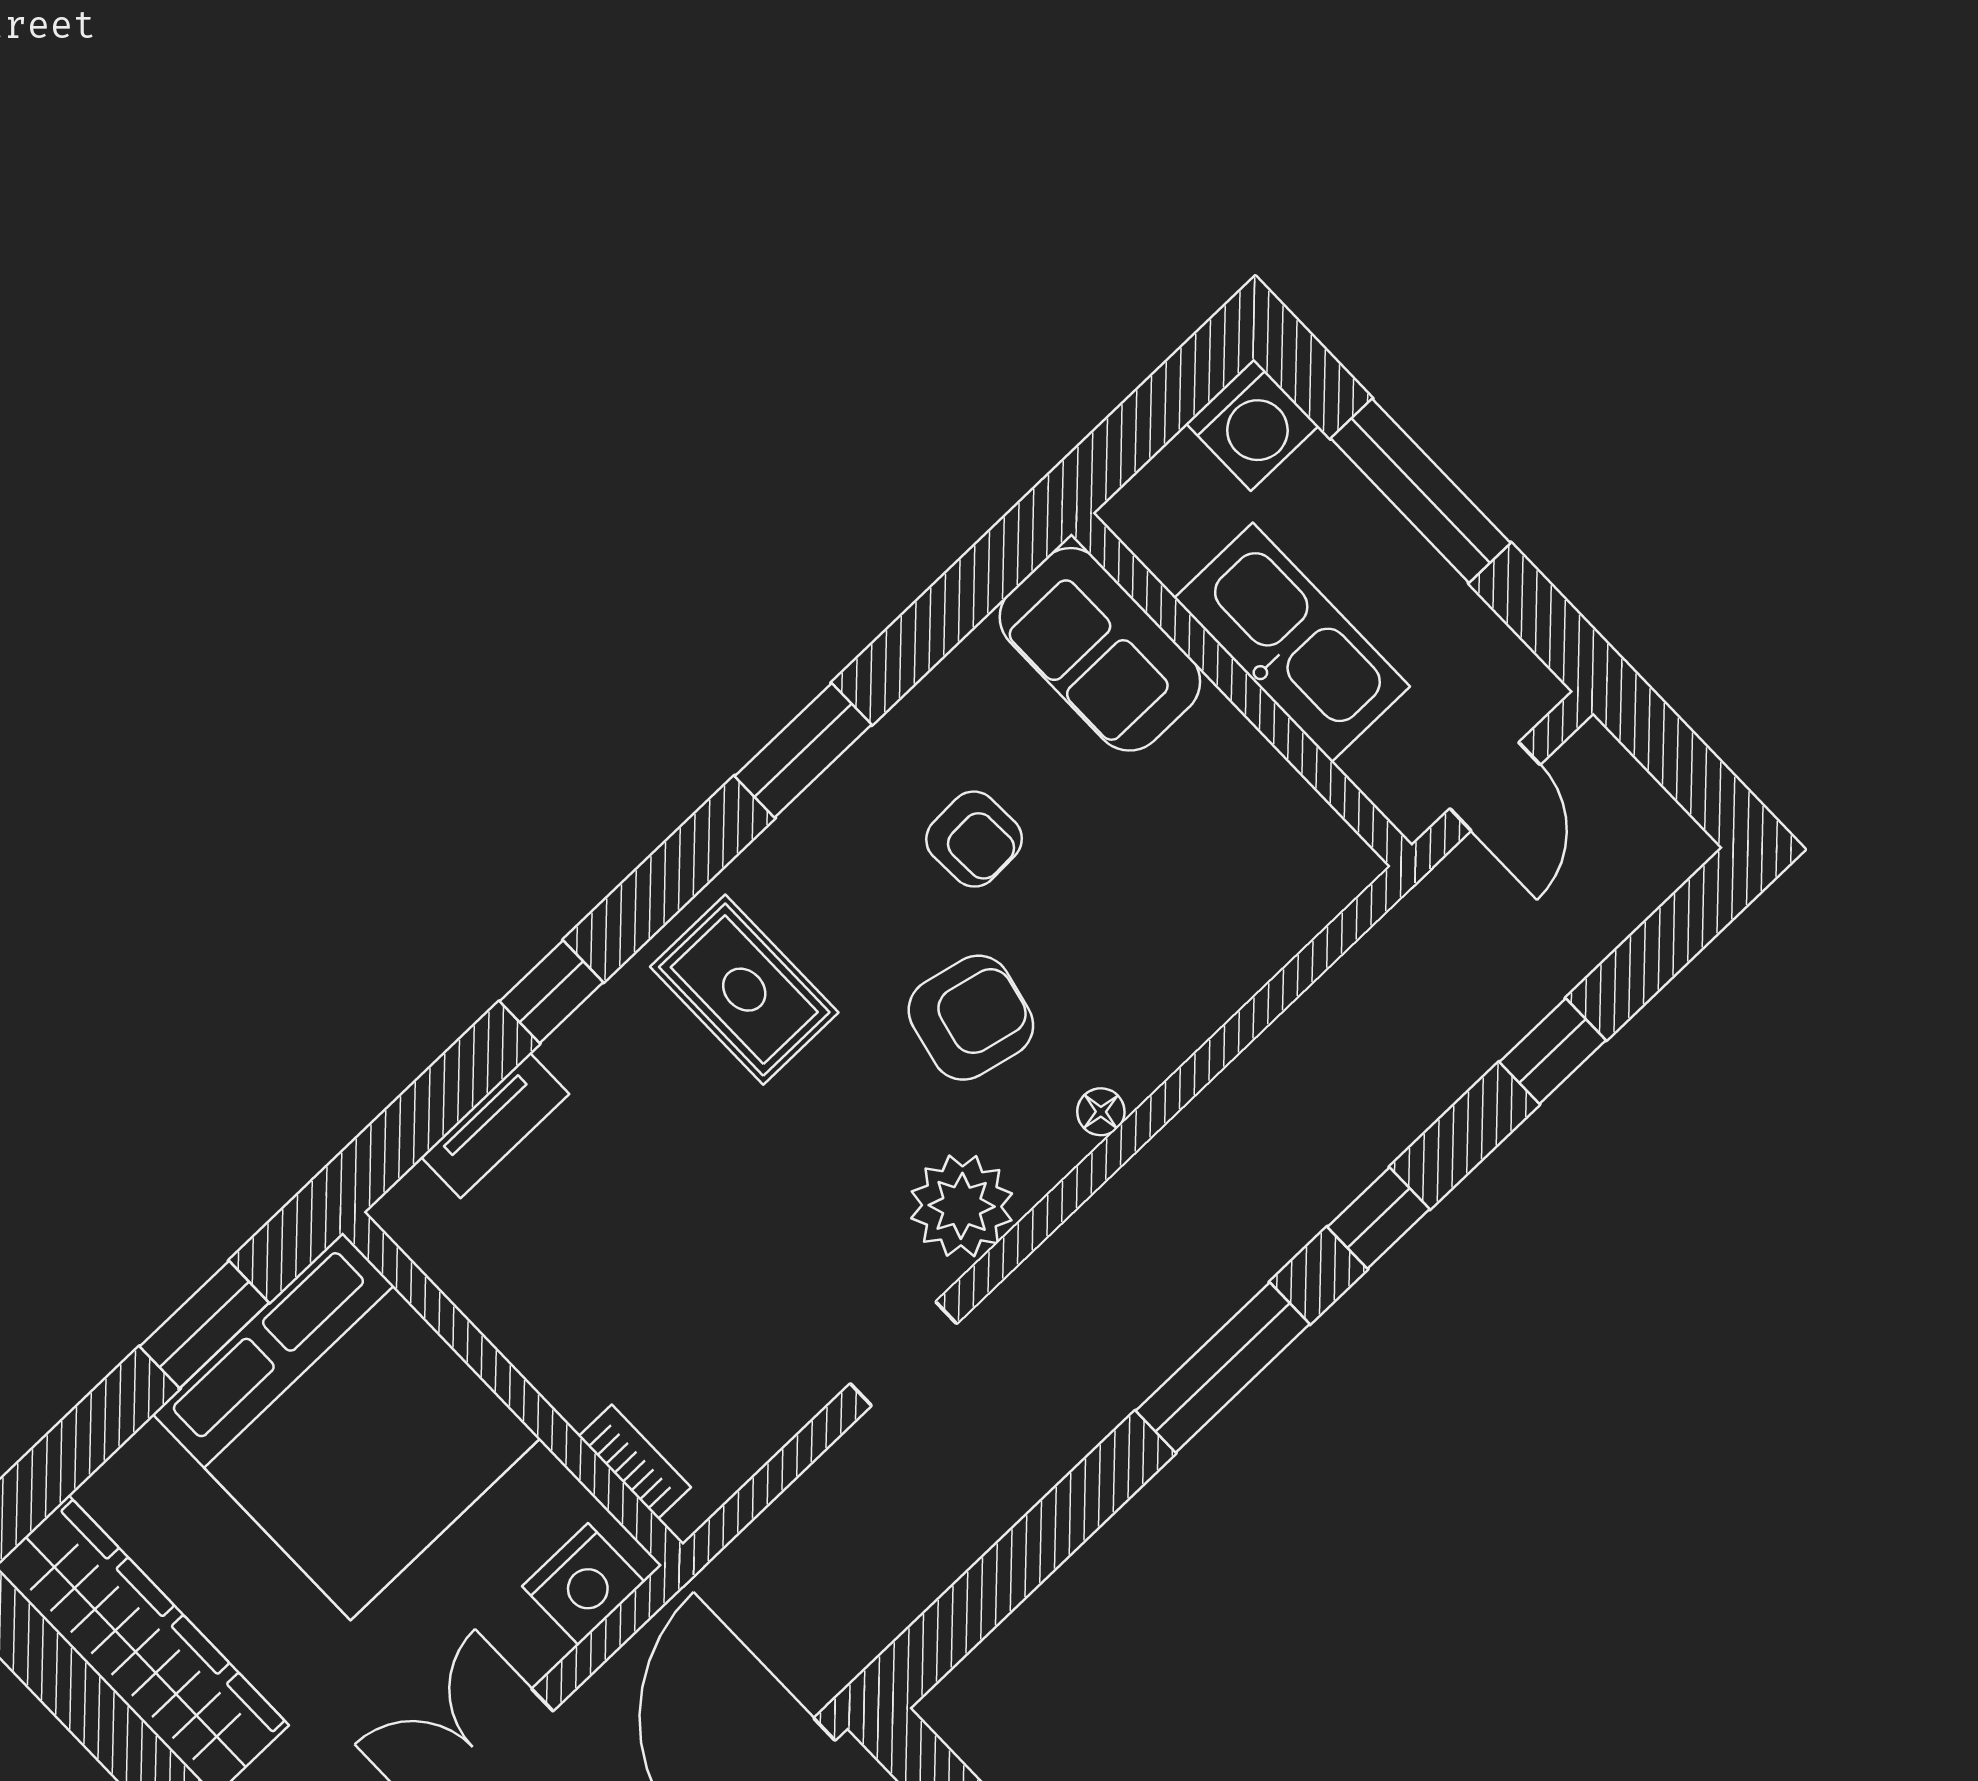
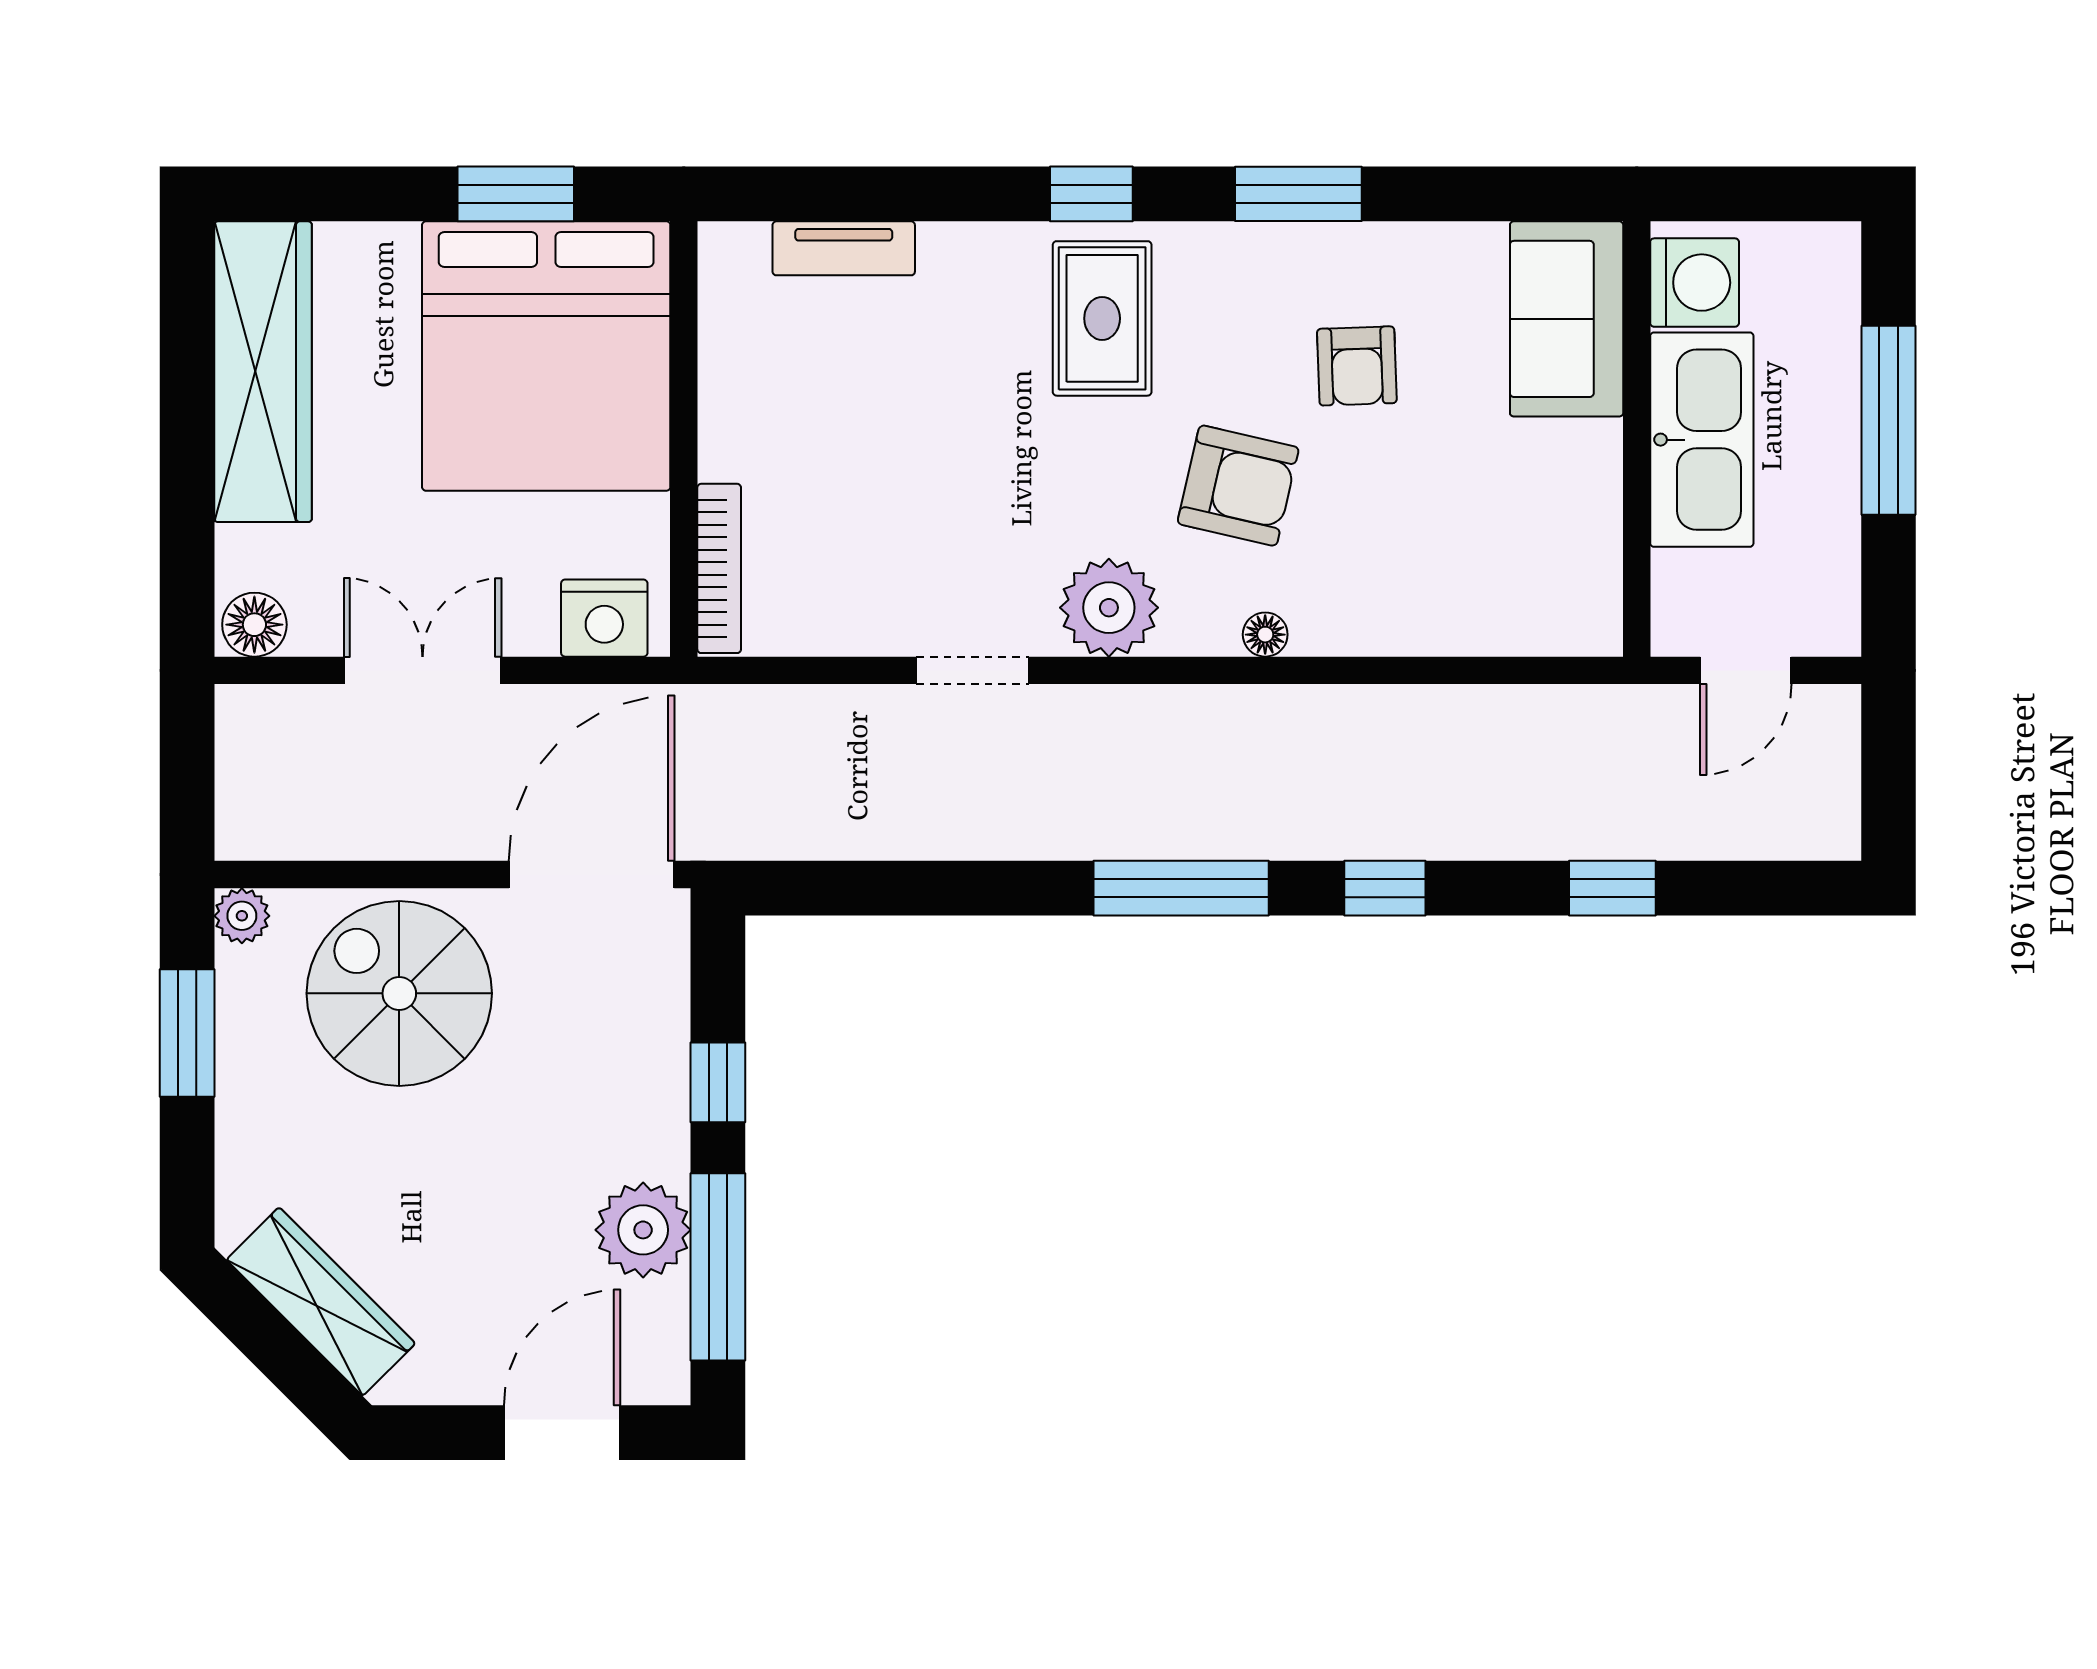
washing machine: (1252, 425) -> (1695, 283), moved, turned -90
window: (551, 992) -> (1091, 194), moved
bookcase: (635, 1462) -> (719, 568), width x1.56

